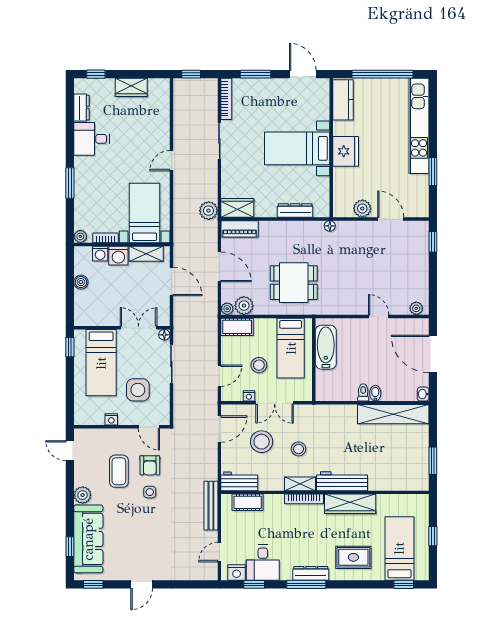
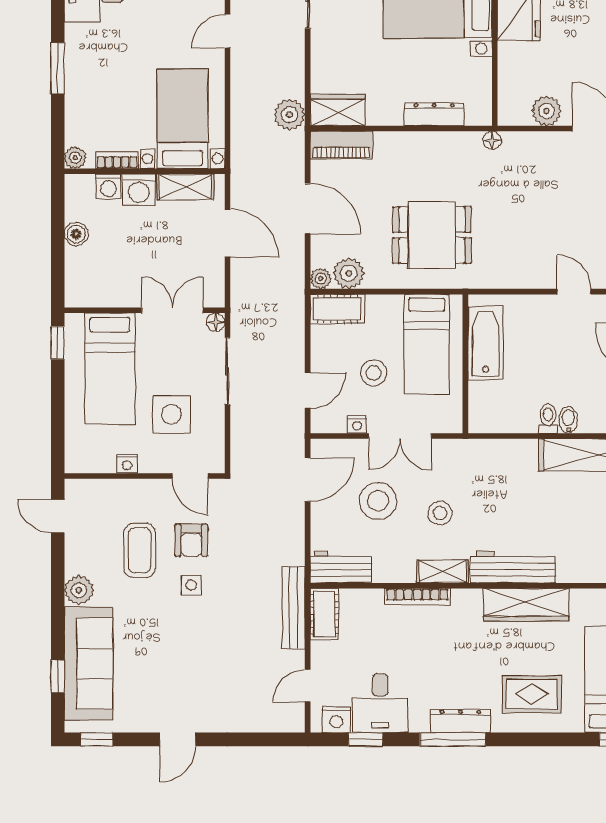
bookcase: (304, 499) -> (417, 597), moved
cot: (248, 502) -> (324, 614), moved, turned 90

